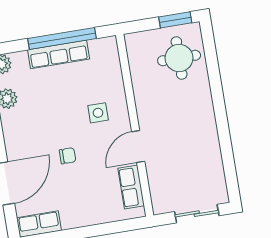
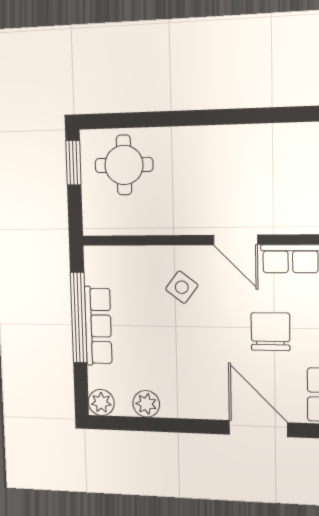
side table: (98, 113) -> (182, 287), turned 37
chair: (68, 156) -> (270, 332), moved, width x1.87, depth x1.87

